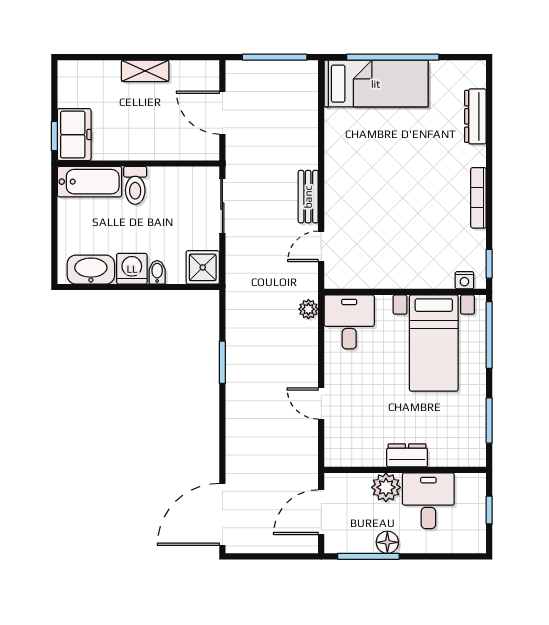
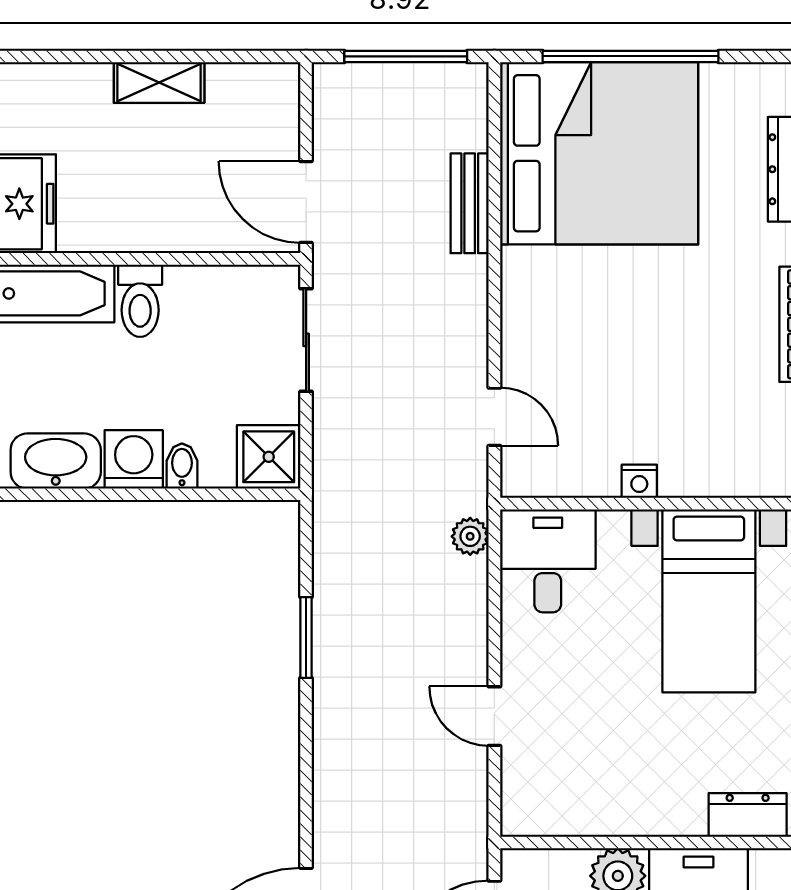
bed: (376, 84) -> (599, 153), width x2.04
door: (222, 113) -> (306, 202), moved
bench: (308, 197) -> (470, 203), moved
door: (321, 246) -> (494, 417), swing flipped
nightstand: (464, 280) -> (639, 481), moved
dresser: (407, 455) -> (748, 815), moved

